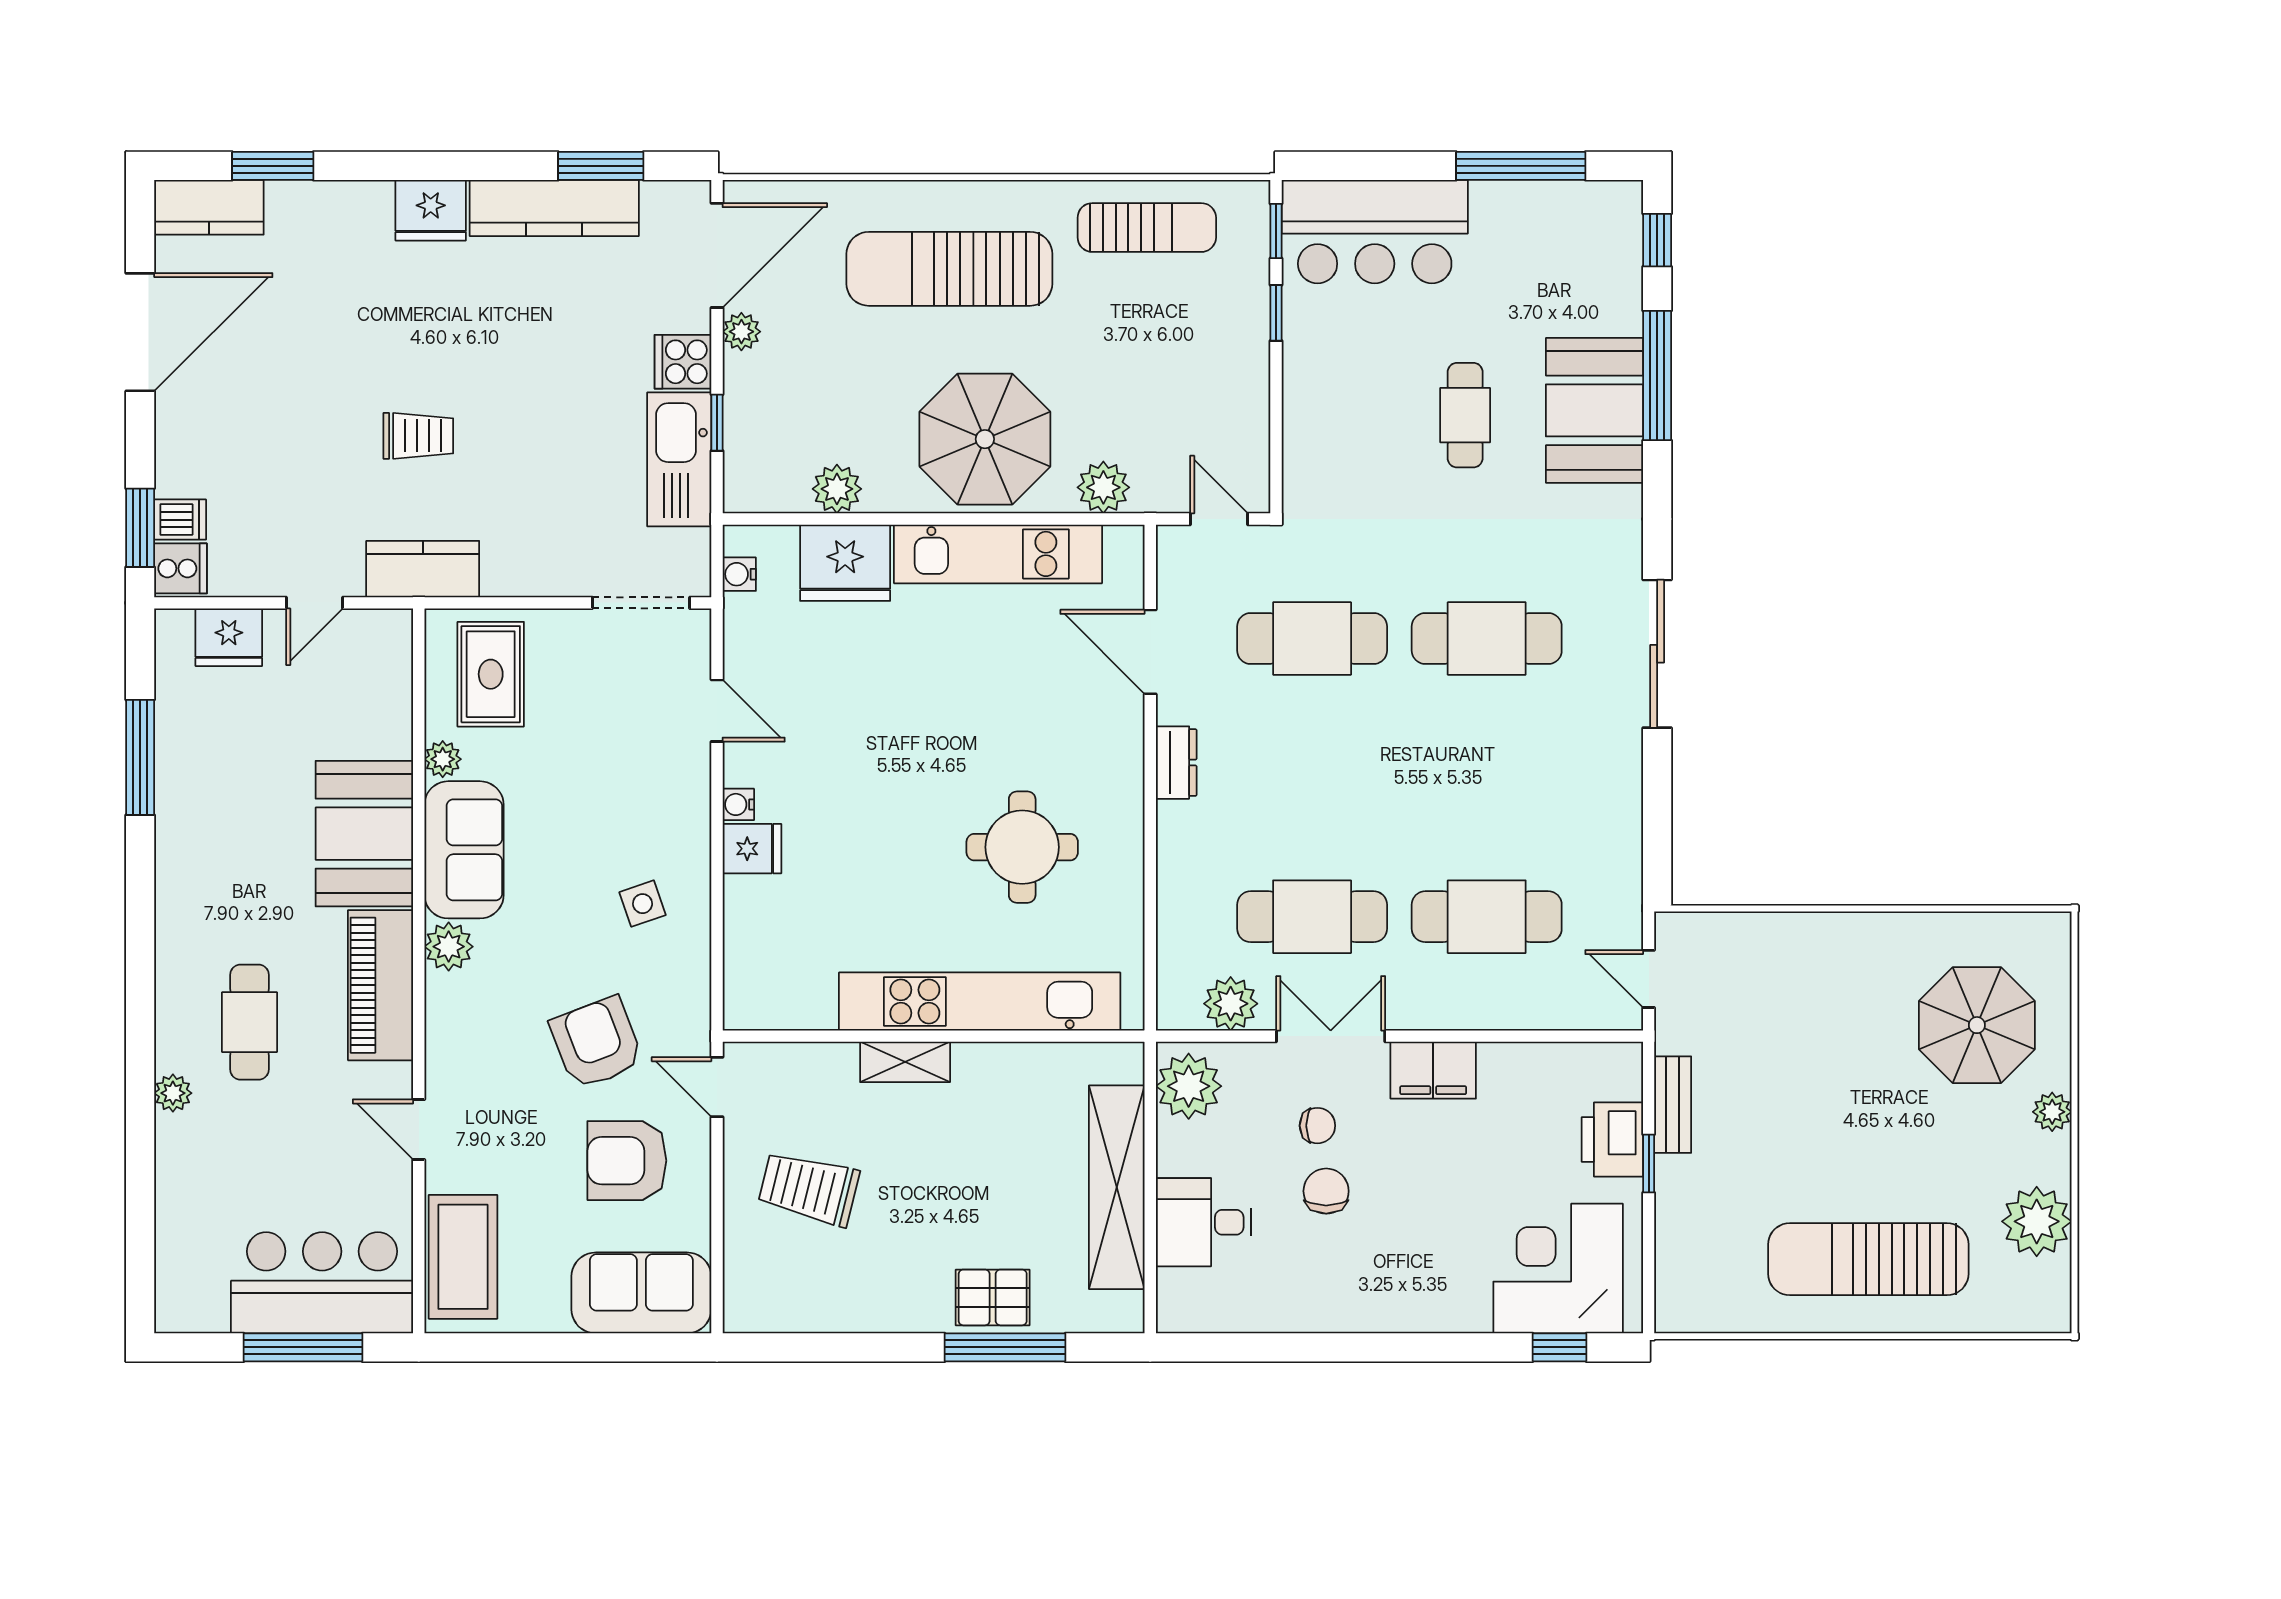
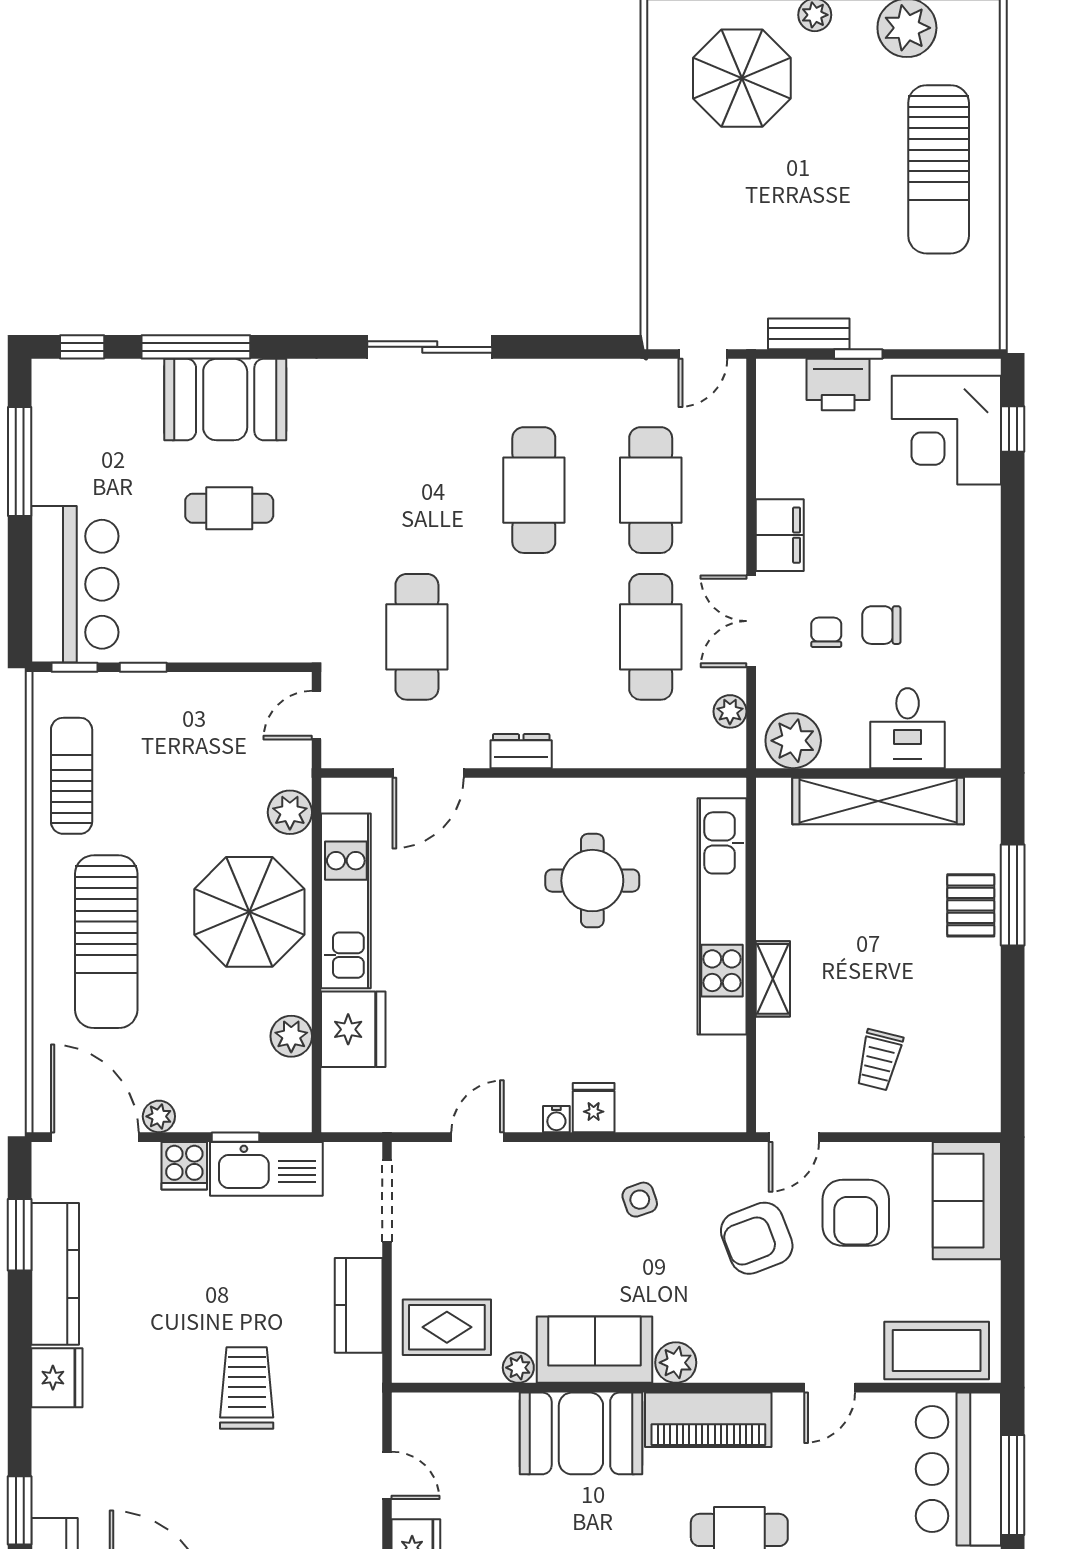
trolley: (418, 436) -> (247, 1388), width x1.36, depth x1.39
kitchen counter: (423, 569) -> (359, 1305), moved
water cooler: (739, 574) -> (363, 1118), removed
cafe table: (1487, 638) -> (534, 490), moved
plant: (1231, 1004) -> (730, 711), width x0.73, depth x0.73
trolley: (809, 1188) -> (879, 1060), width x0.73, depth x0.72

